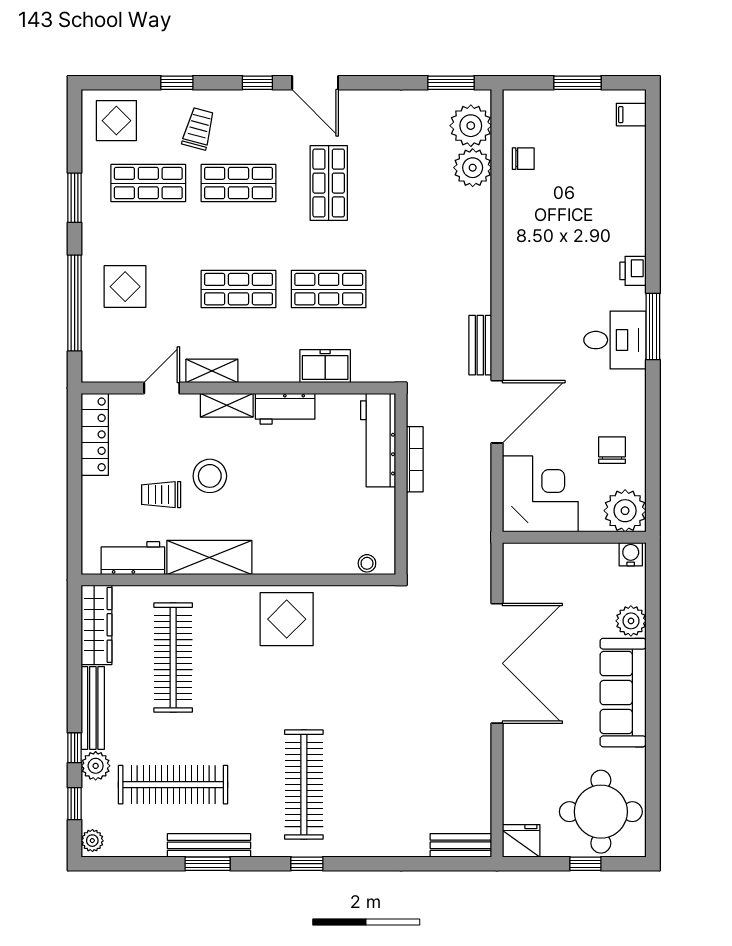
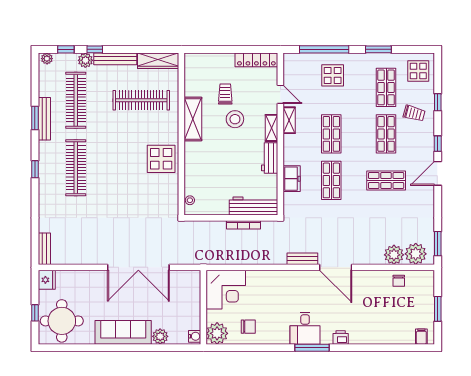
door: (497, 412) -> (336, 267), moved
workbench: (133, 558) -> (193, 80), removed
clothes rail: (304, 785) -> (76, 168), turned 90

